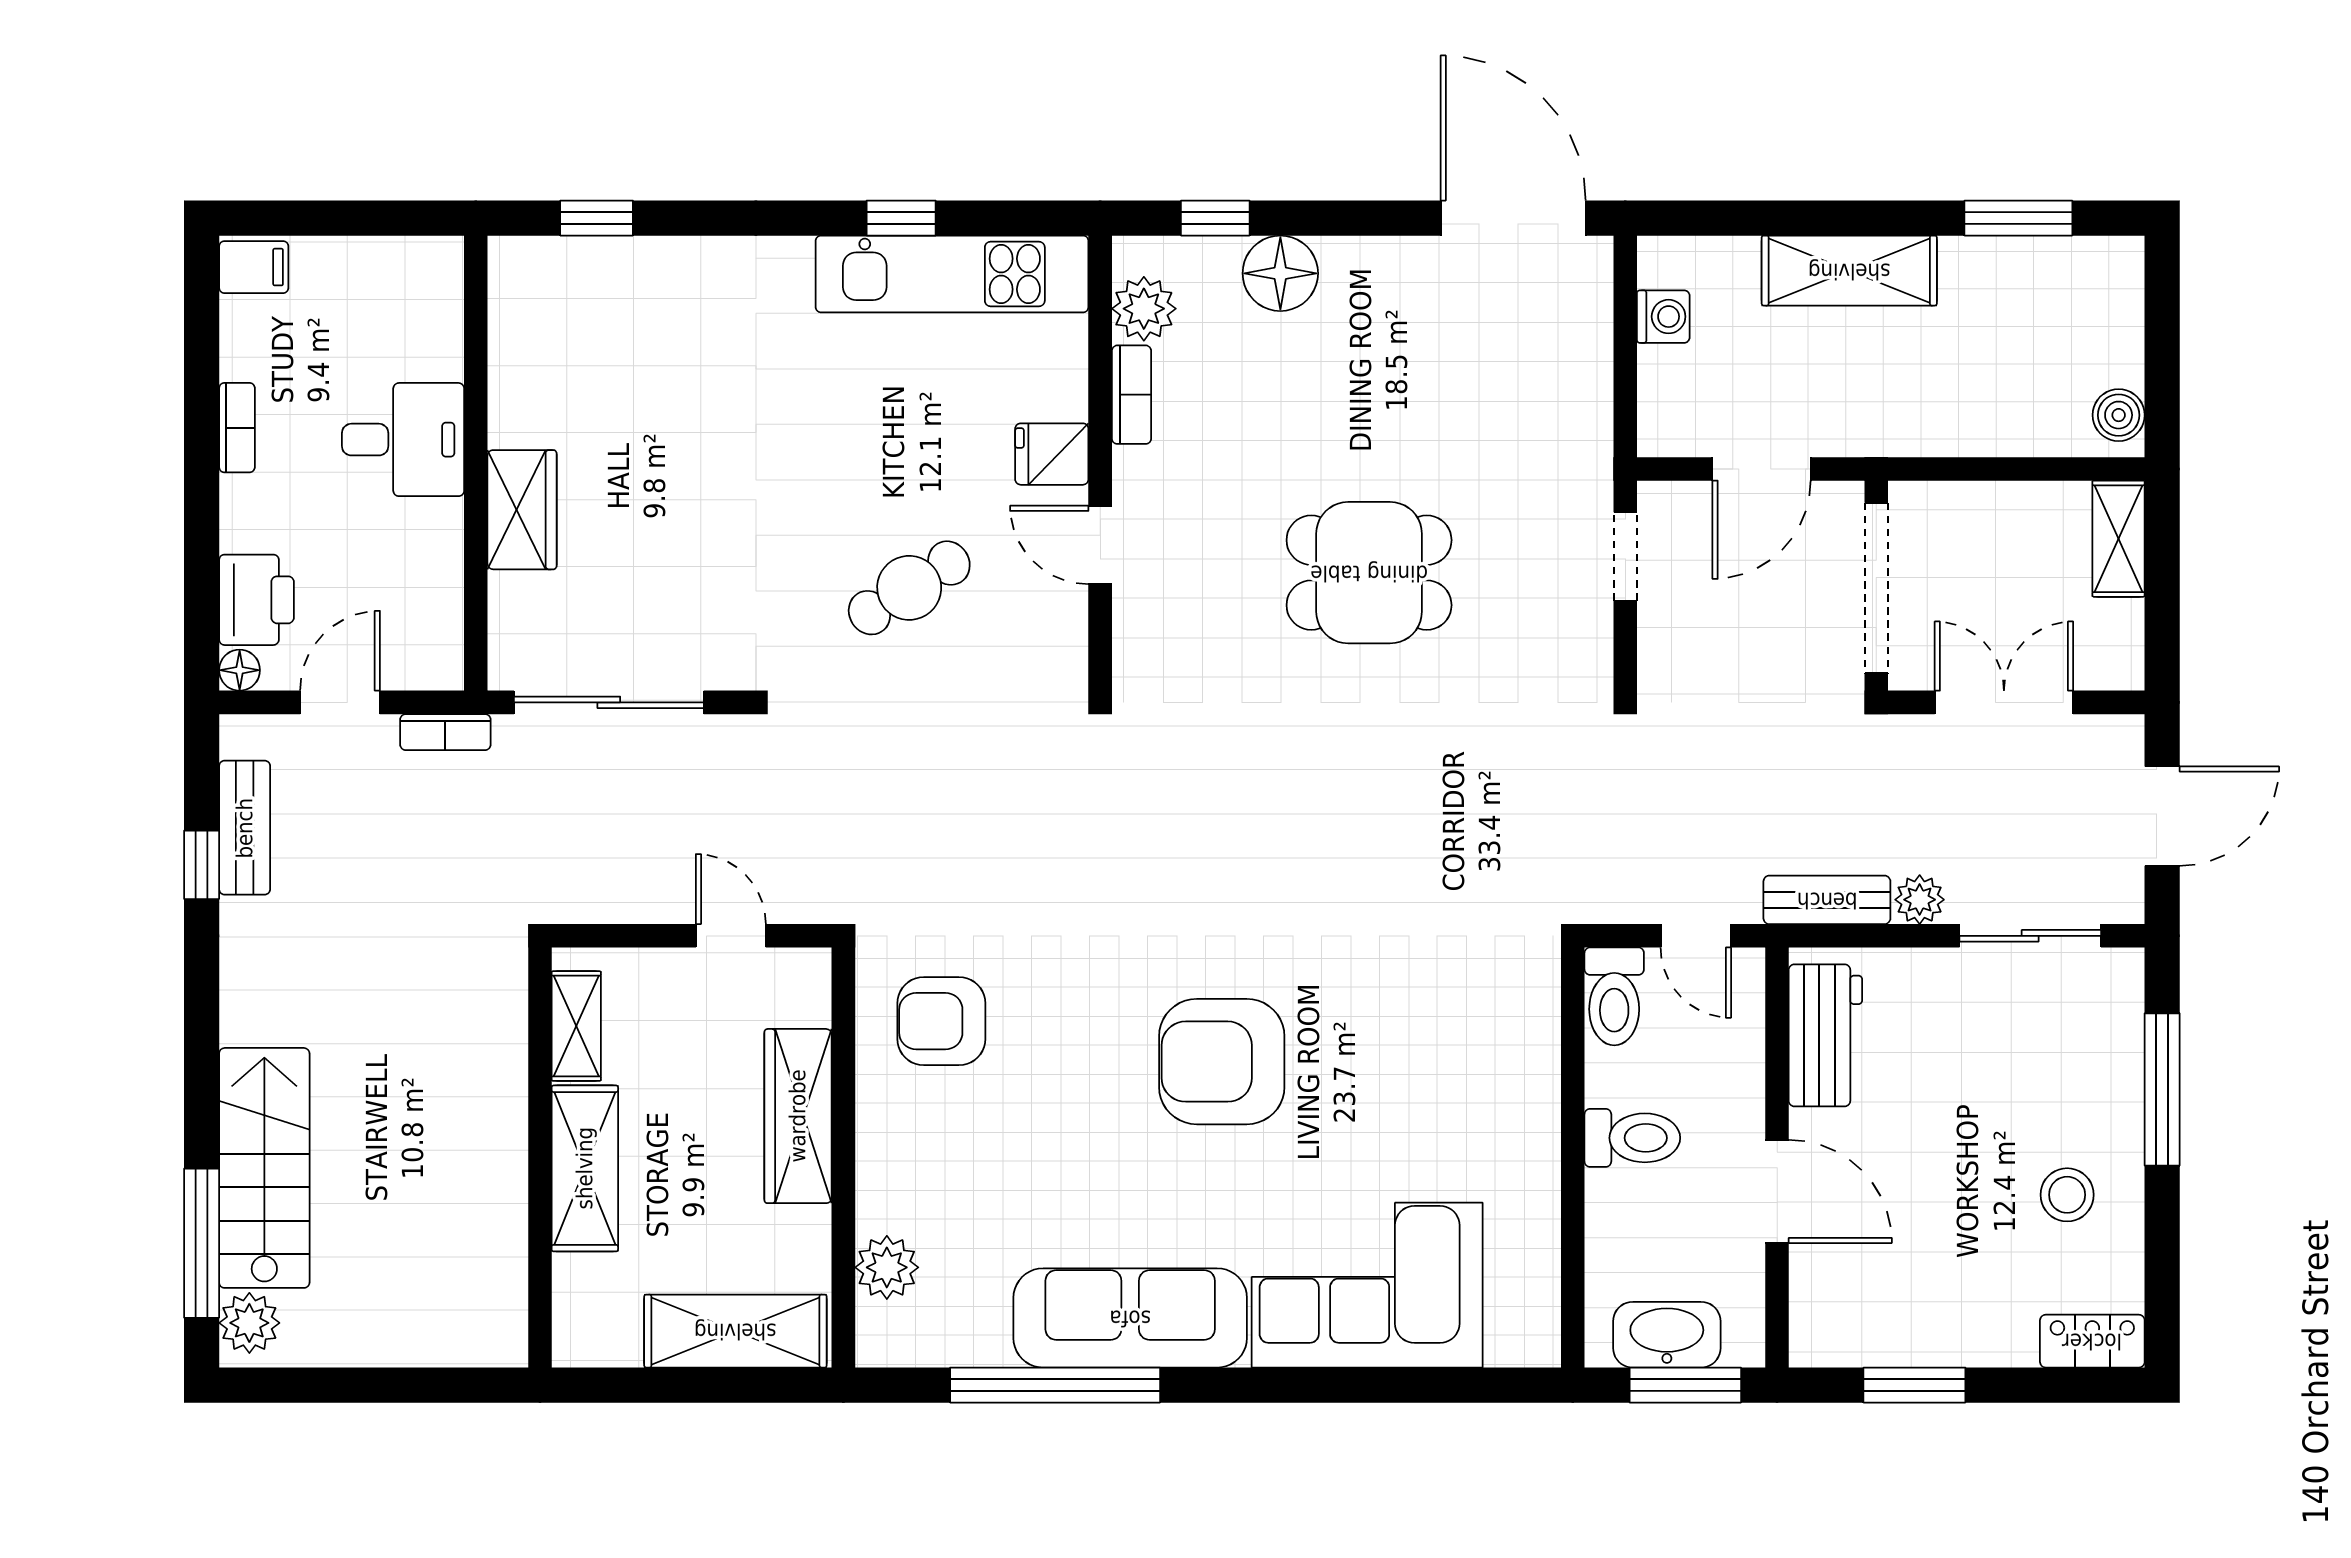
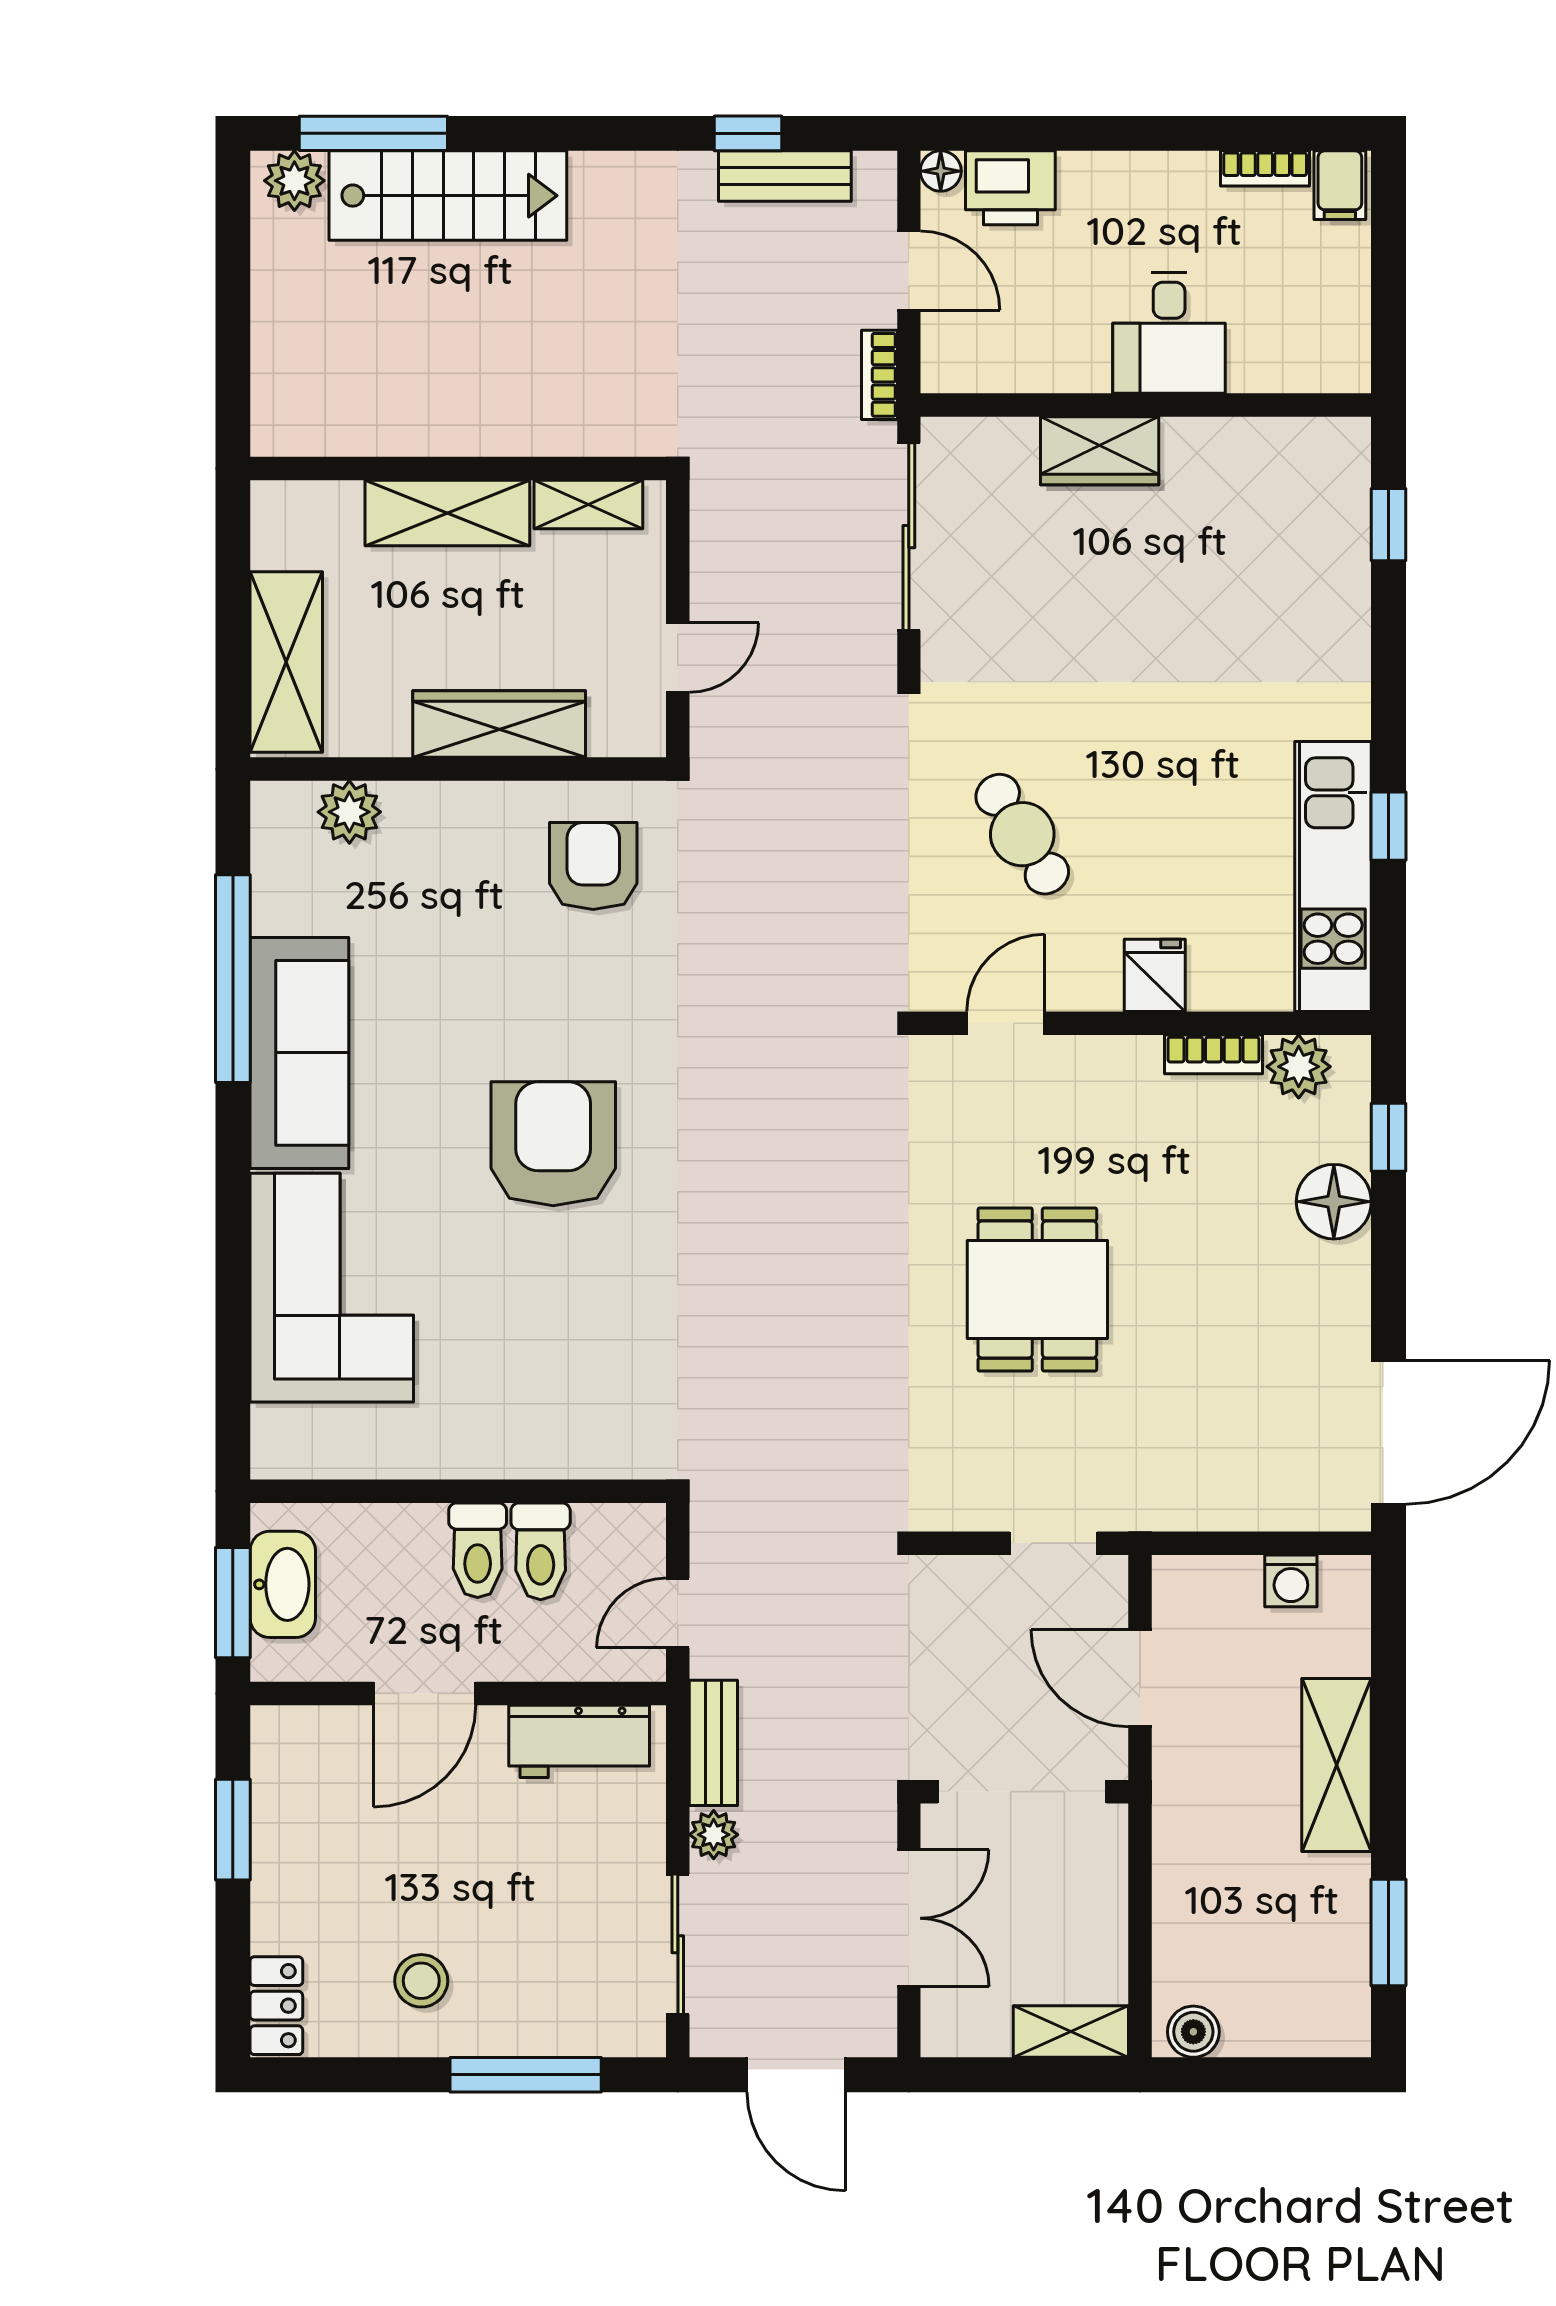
bookcase: (237, 428) -> (1265, 168), moved
door: (1100, 545) -> (1006, 1023), moved
toilet: (1614, 996) -> (541, 1551), moved, turned -90

